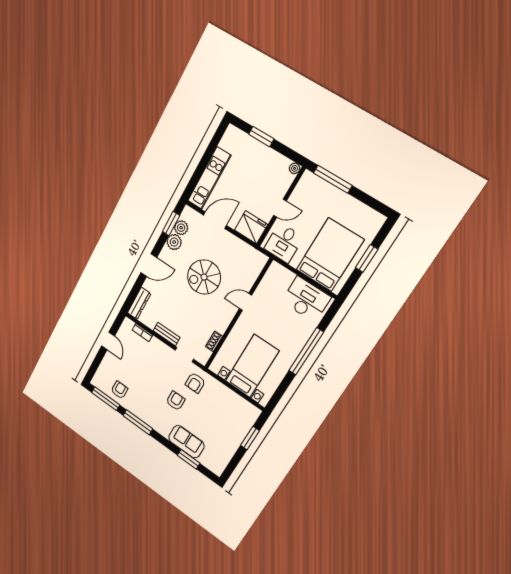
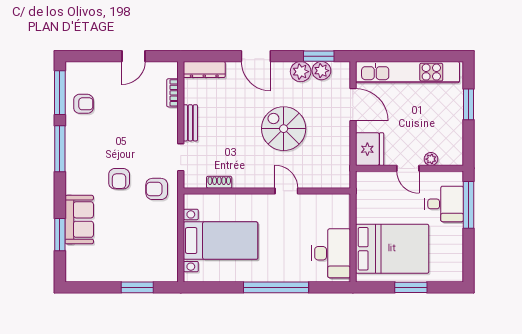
plant: (295, 168) -> (431, 159), moved
kitchen unit: (209, 178) -> (407, 72), width x1.36
desk: (284, 243) -> (444, 204), moved, turned 180
armchair: (176, 401) -> (119, 179), turned 90

